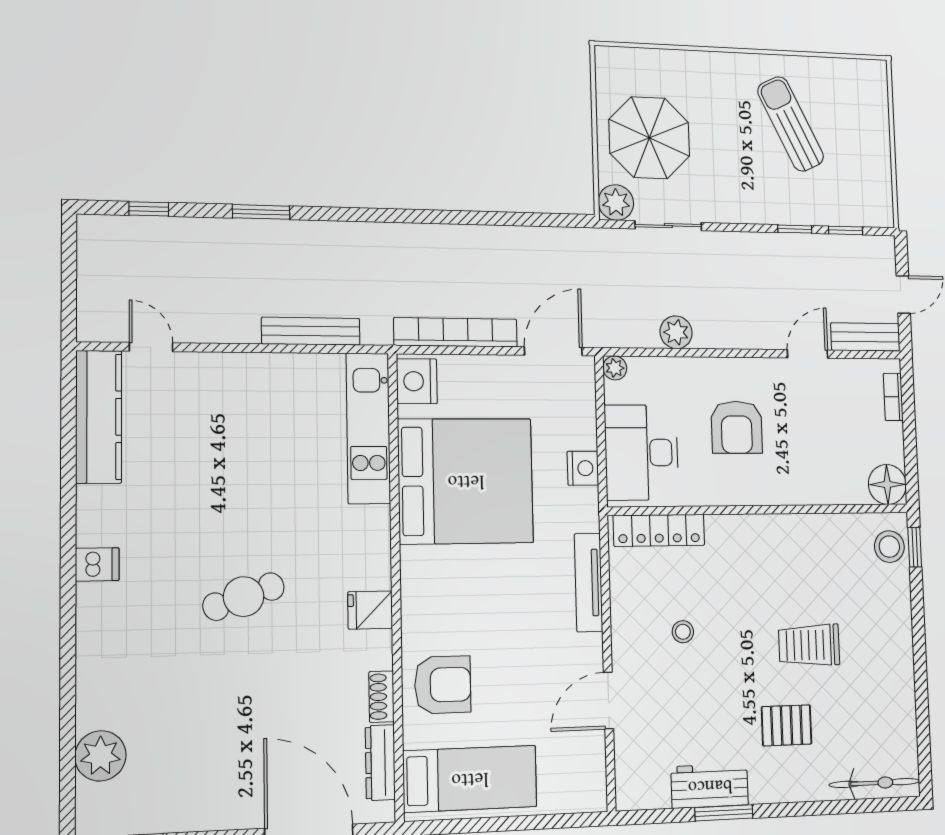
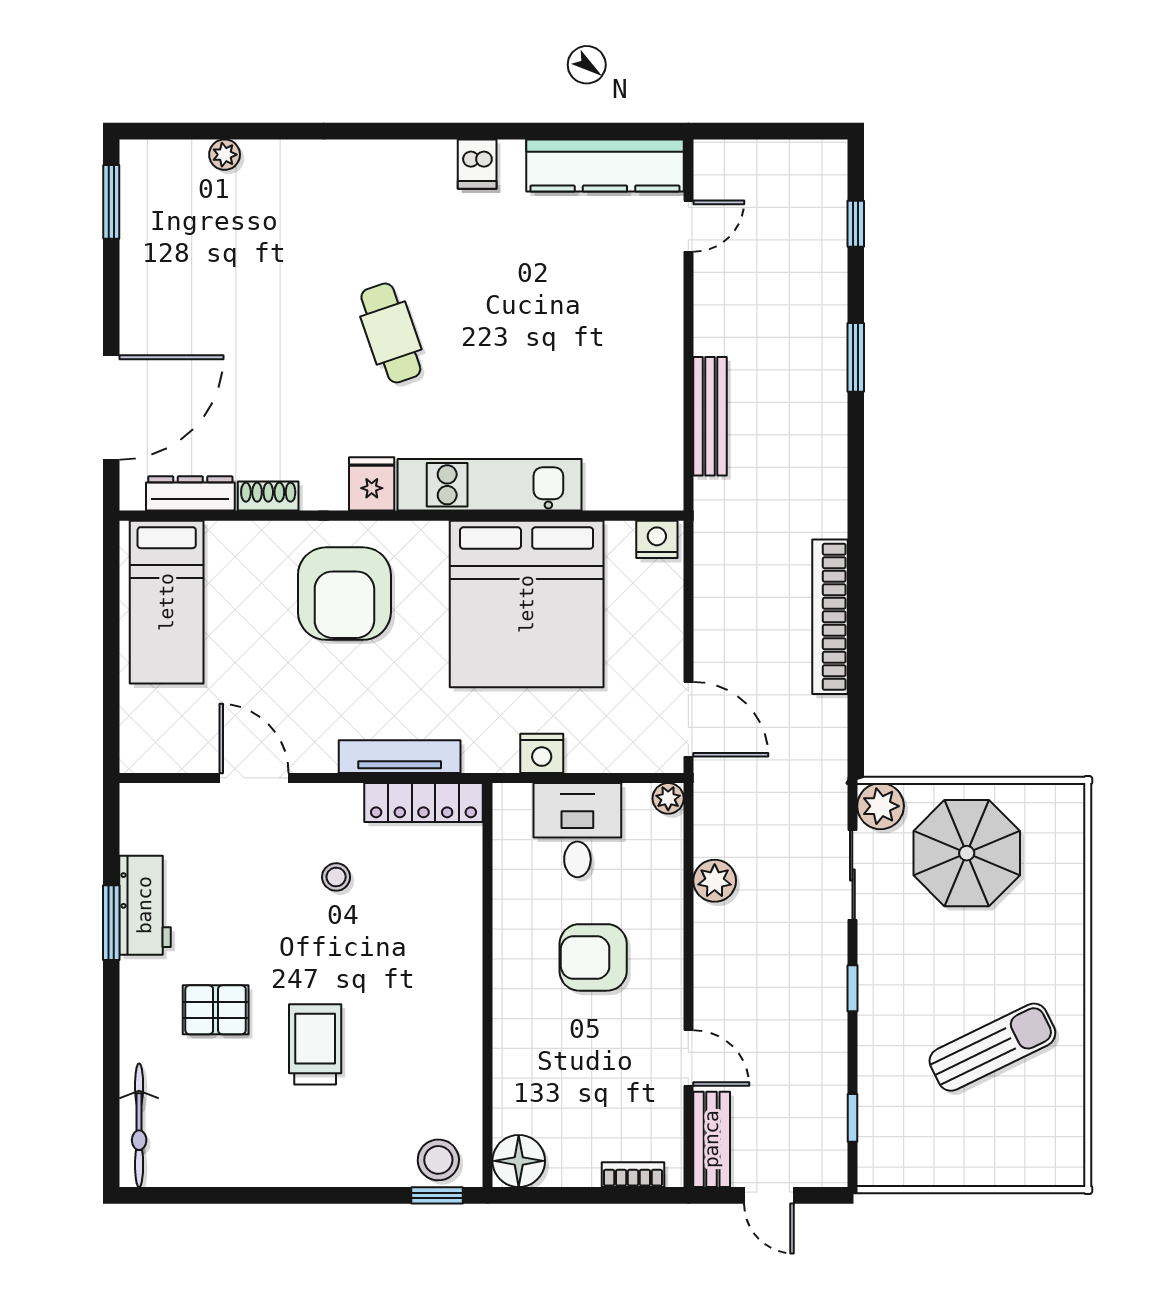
window: (795, 229) -> (852, 988), moved
bookcase: (456, 332) -> (830, 617), moved, turned 180
nightstand: (417, 381) -> (657, 539), width x0.74, depth x0.75
kitchen unit: (368, 428) -> (489, 485), moved
desk: (642, 453) -> (577, 830), width x0.73
locker: (659, 530) -> (423, 802), moved, turned -90
dishwasher: (97, 564) -> (477, 164), moved
armchair: (443, 685) -> (344, 594), moved, width x1.36, depth x1.36
pallet: (787, 725) -> (216, 1010), turned 90
plant: (100, 756) -> (225, 155), width x0.53, depth x0.53

